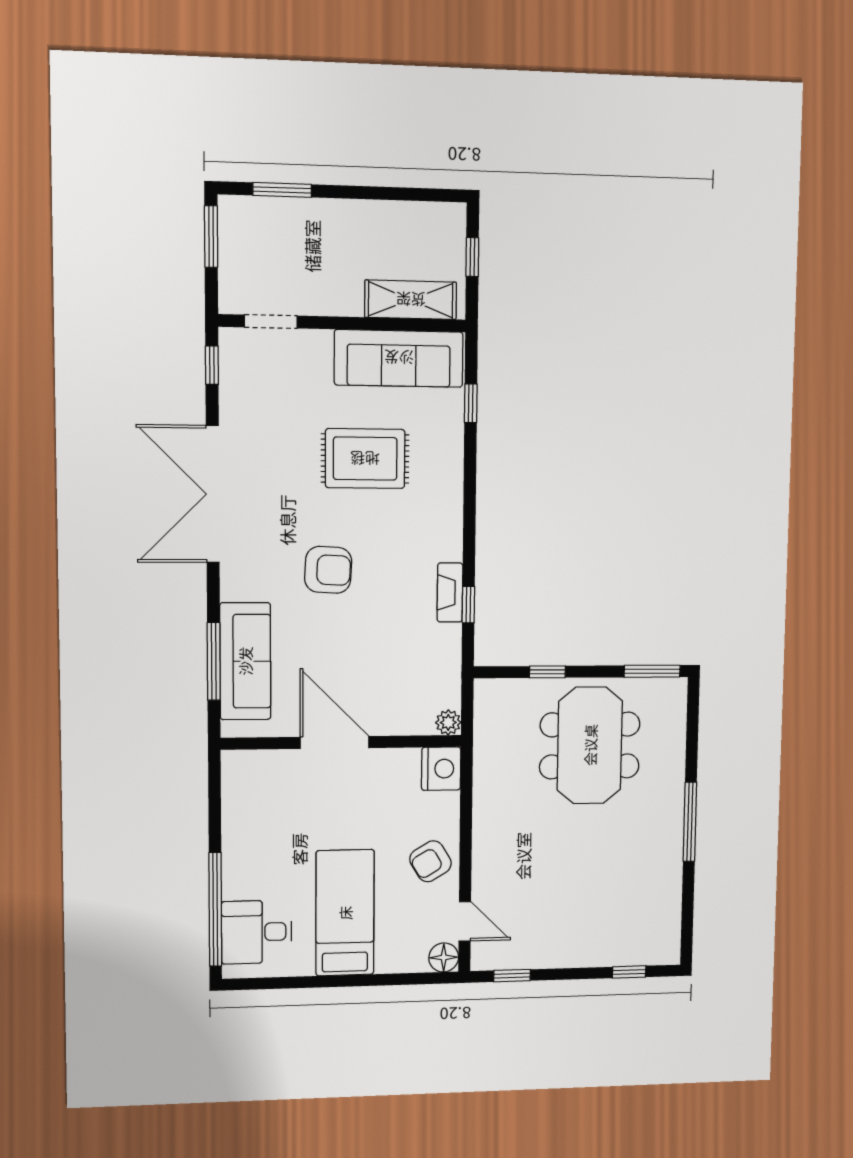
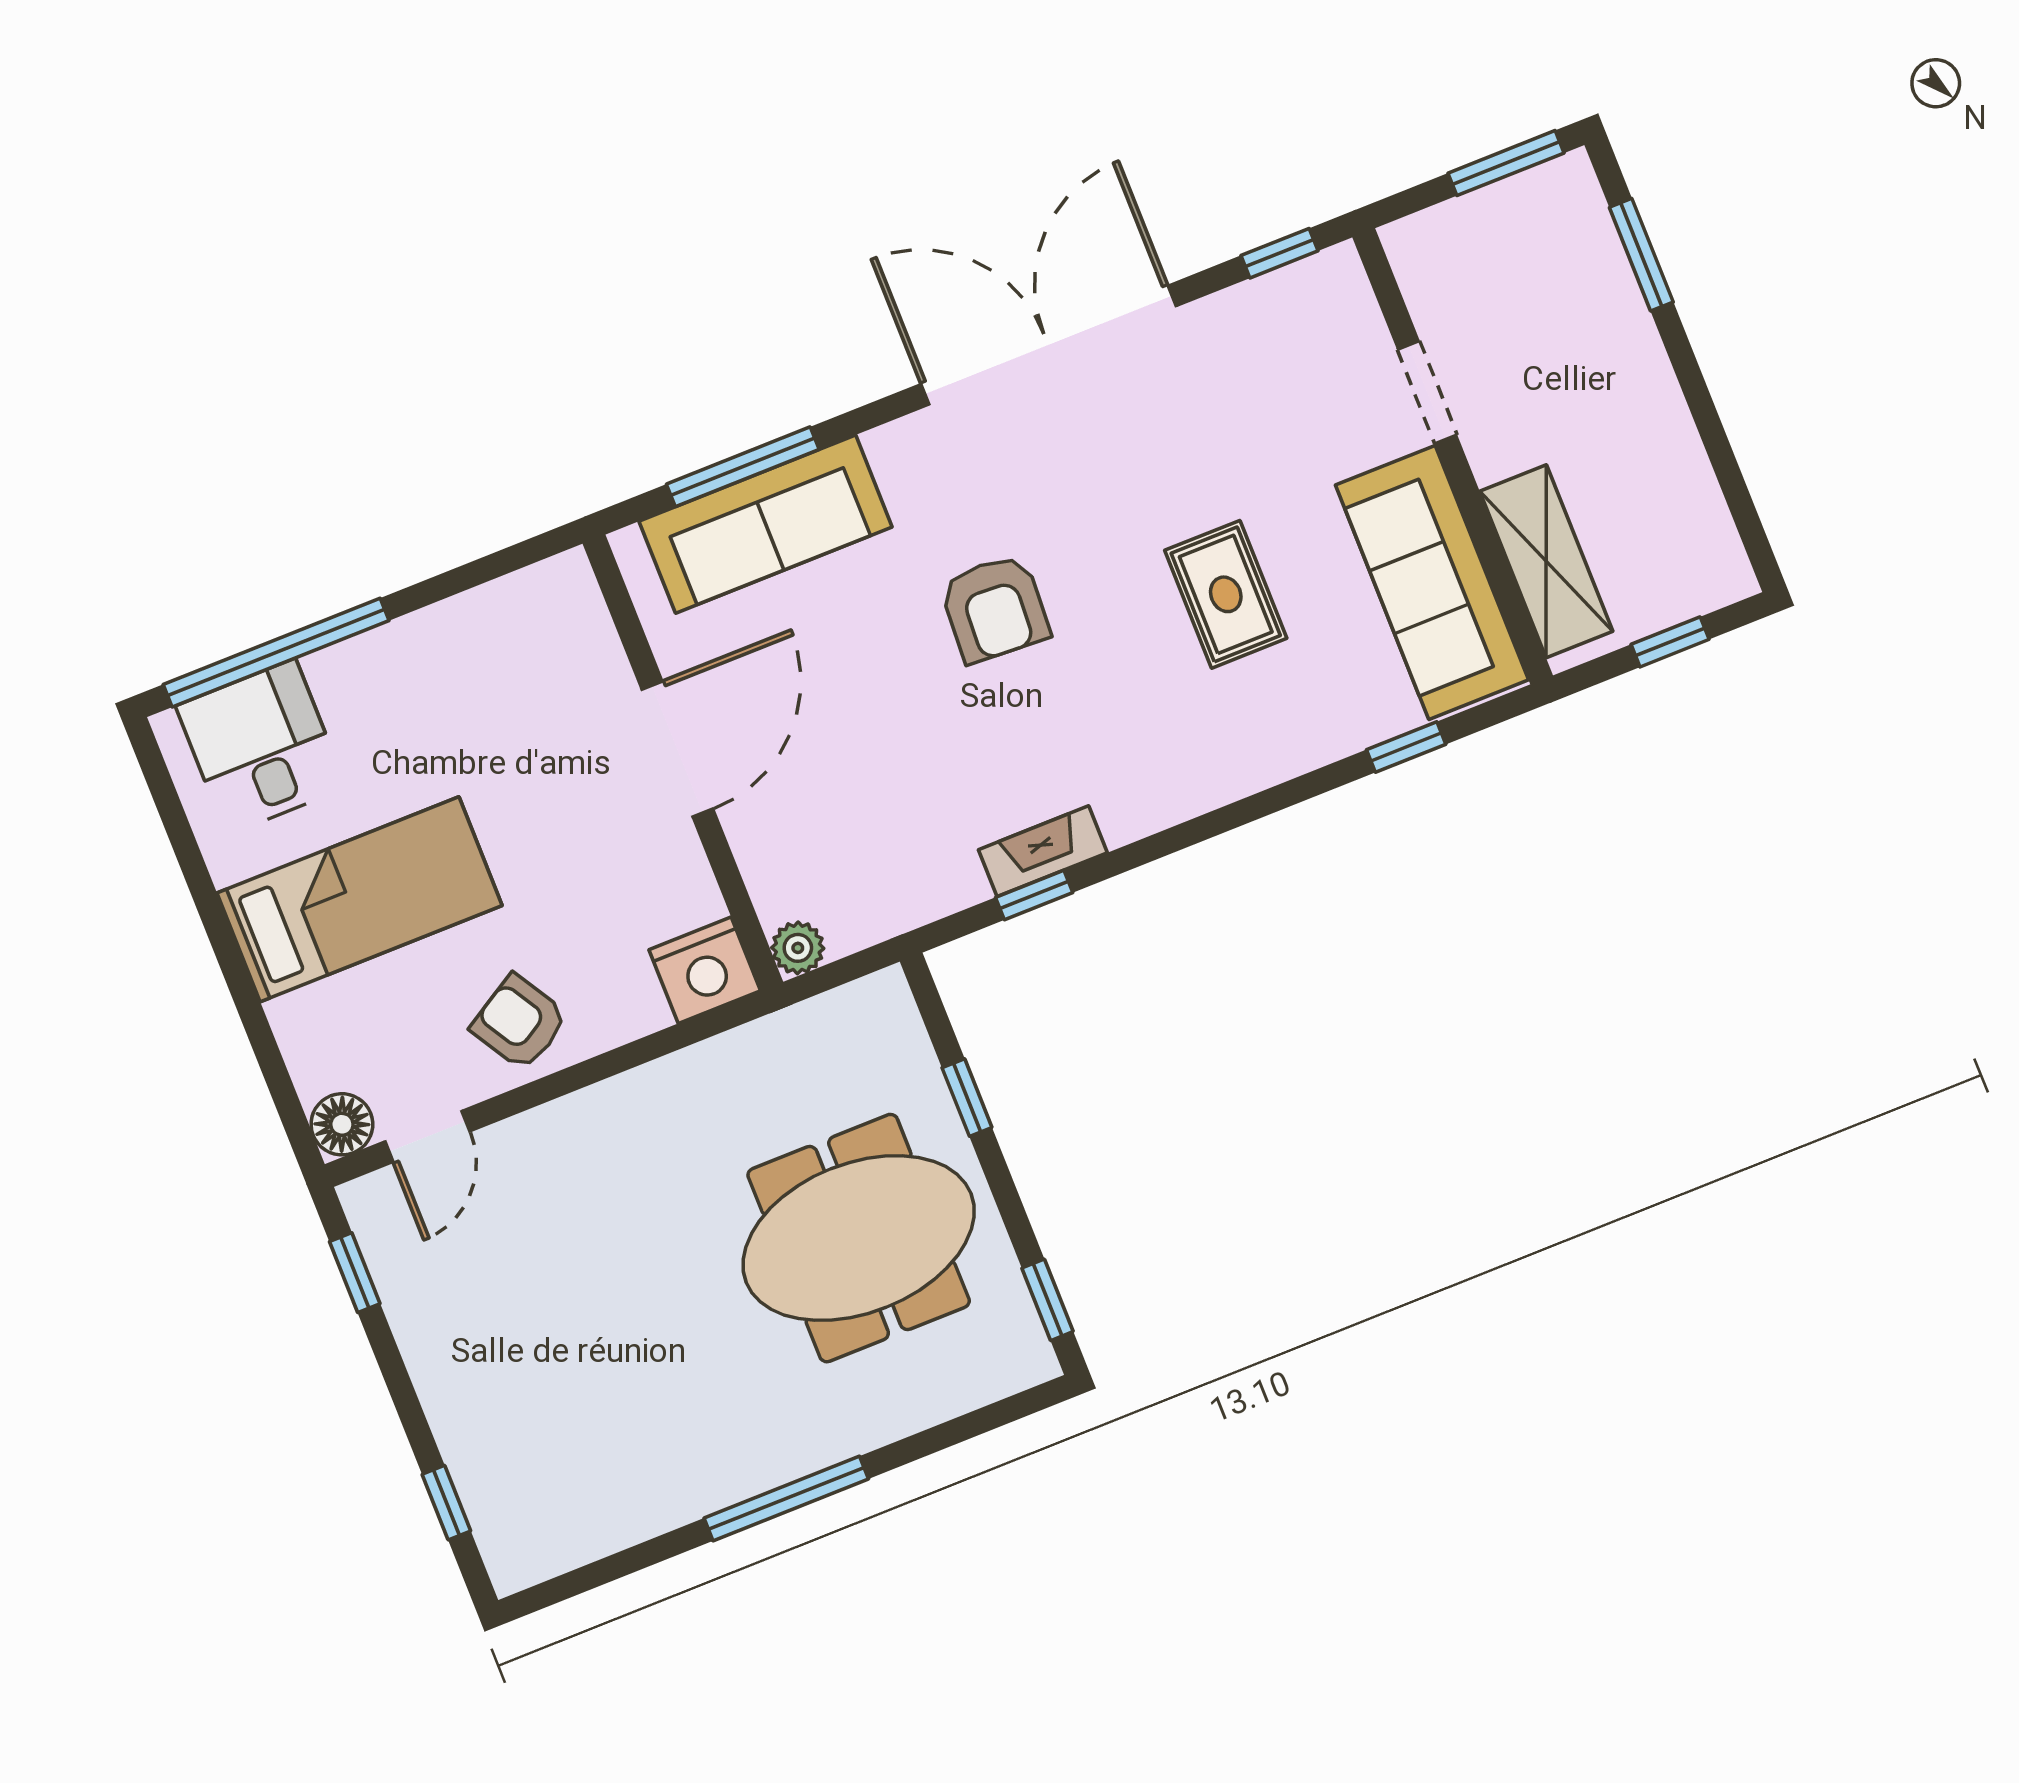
doorway: (271, 322) -> (1427, 392), moved
rug: (365, 459) -> (1226, 594), width x0.73, depth x0.70
window: (652, 671) -> (1047, 1300), width x0.67

